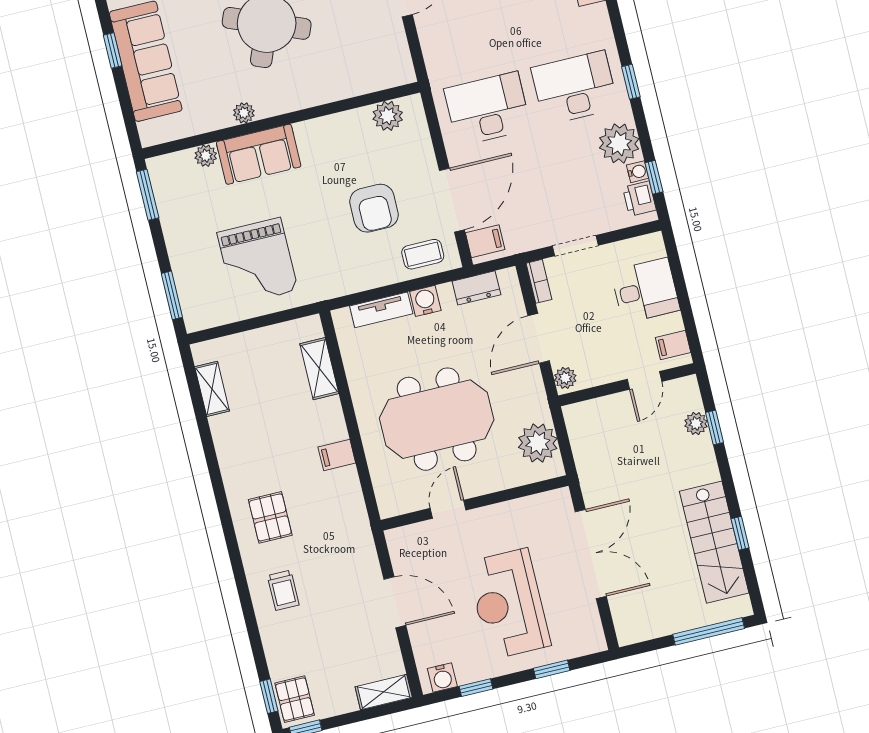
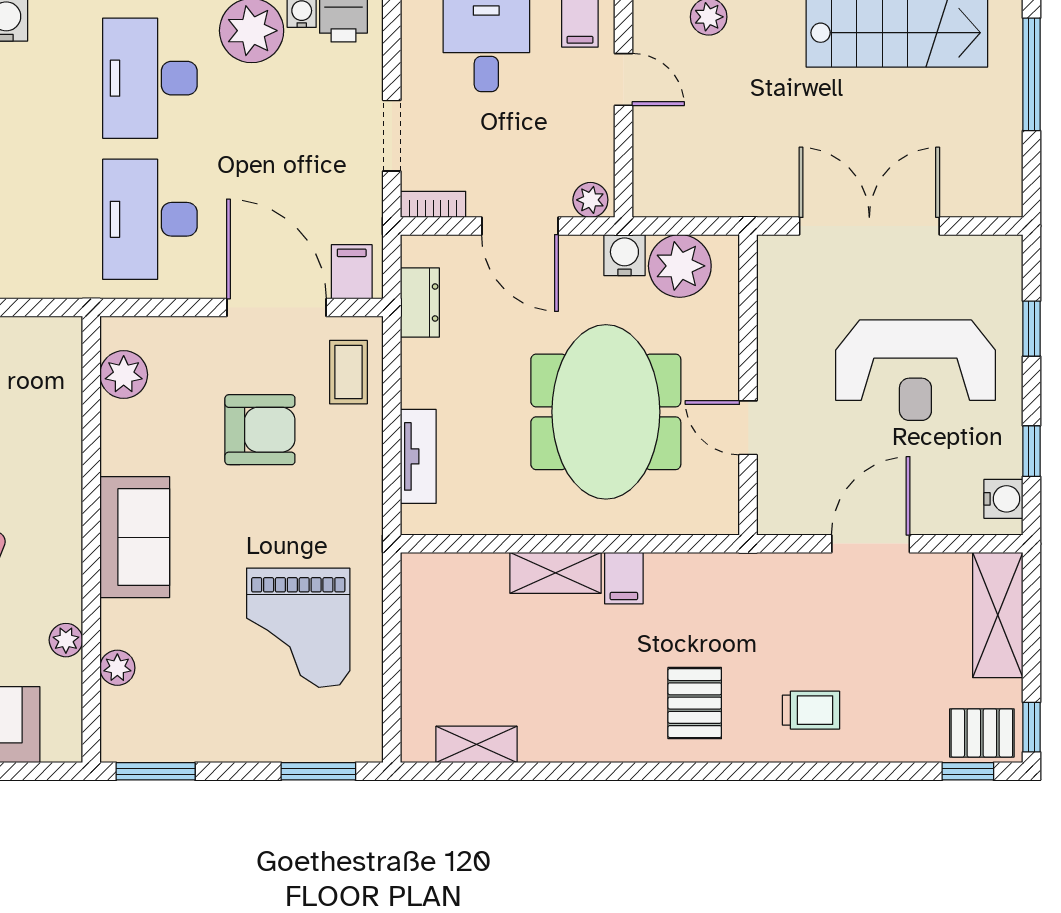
plant: (244, 113) -> (66, 640), moved
sofa: (259, 154) -> (135, 537), moved
grand piano: (257, 261) -> (298, 628), turned 90
water cooler: (425, 301) -> (624, 255), moved, turned 90
shelving: (319, 369) -> (556, 573), moved
pallet: (270, 517) -> (695, 703), turned 90
shelving: (384, 692) -> (998, 615), width x1.50, depth x1.33

